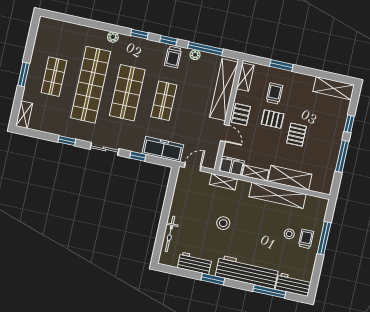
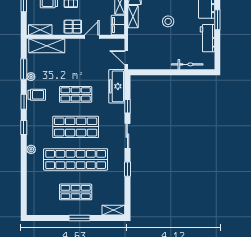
window: (205, 49) -> (24, 69), width x0.69
shelving: (224, 90) -> (47, 46), width x0.68
shelving: (223, 182) -> (133, 17), moved

